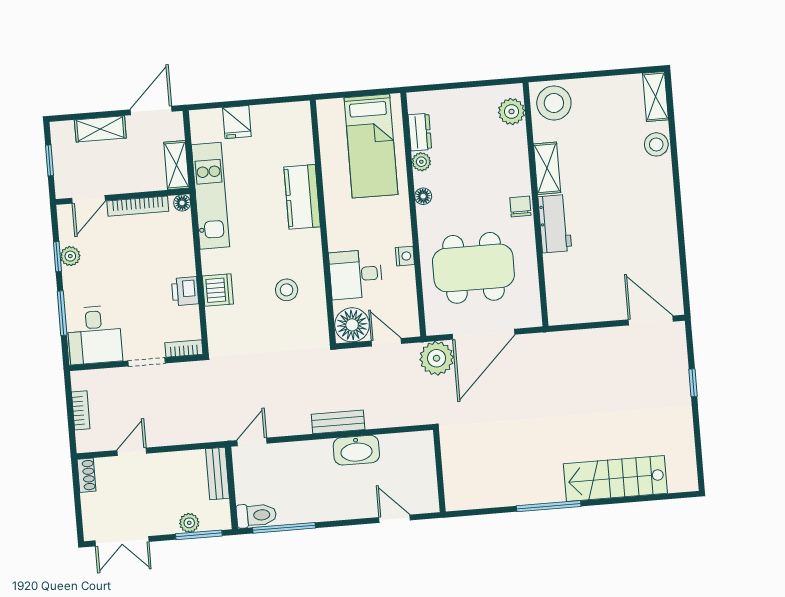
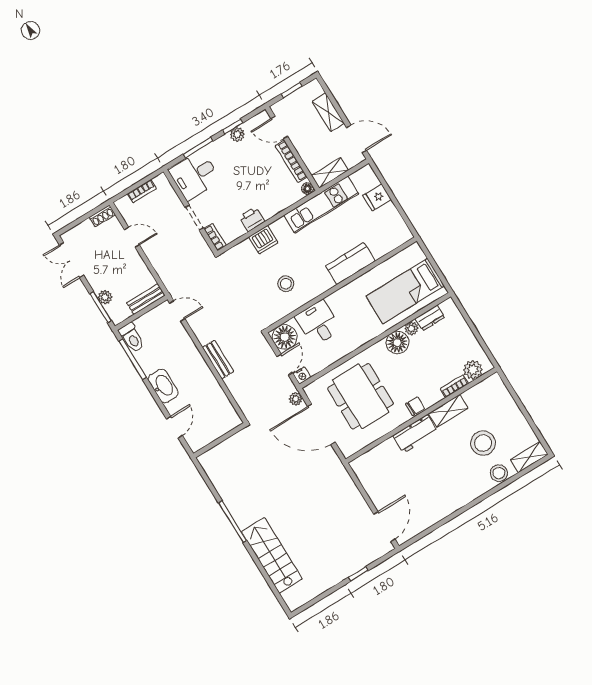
stool: (554, 103) -> (483, 443), moved
bookcase: (520, 145) -> (454, 386), added
floor lamp: (423, 196) -> (397, 342), width x1.89, depth x1.89
nightstand: (405, 256) -> (302, 376), moved
plant: (437, 358) -> (296, 399), width x0.53, depth x0.53
washbasin: (356, 450) -> (163, 386), moved, turned 180

